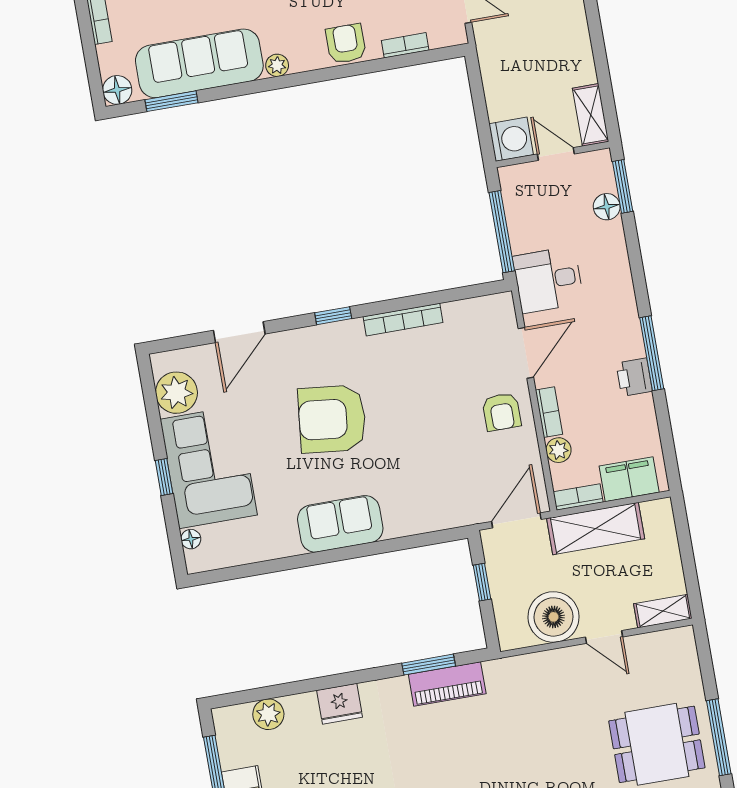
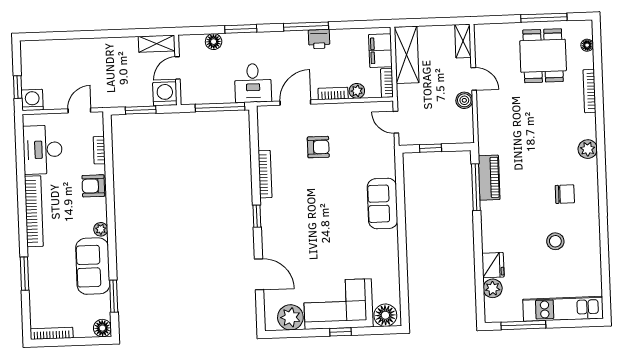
sofa: (199, 63) -> (93, 266), width x0.73
window: (479, 104) -> (141, 110), added
window: (623, 186) -> (241, 29), moved
door: (526, 353) -> (295, 103), hinge flipped
armchair: (502, 412) -> (318, 147), moved
armchair: (332, 419) -> (319, 225), removed
door: (516, 520) -> (396, 122), width x0.73
sofa: (340, 524) -> (382, 204), moved
shelving: (596, 528) -> (407, 55), moved
floor lamp: (191, 539) -> (385, 315), width x1.89, depth x1.89
boiler: (554, 617) -> (464, 100), width x0.54, depth x0.54
door: (604, 637) -> (474, 79), hinge flipped
window: (429, 665) -> (476, 187), width x1.44
fridge: (340, 704) -> (493, 265), moved

